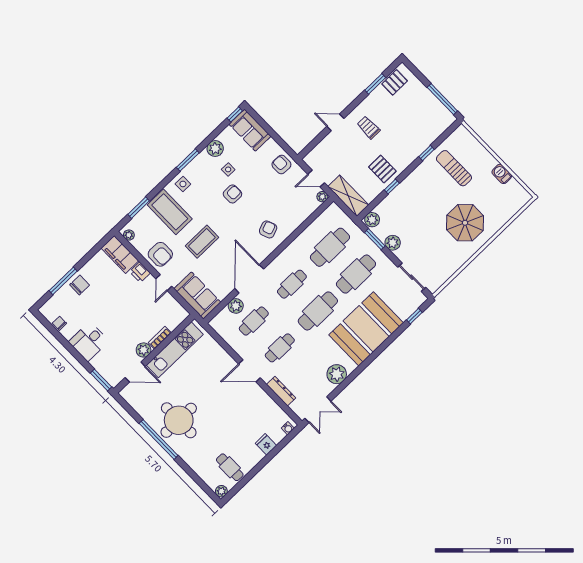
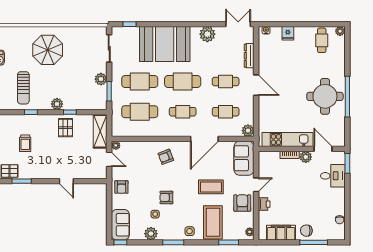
trolley: (369, 127) -> (25, 143), moved
plant: (372, 220) -> (57, 104), moved
filing cabinet: (120, 254) -> (281, 233), moved, turned -90
plant: (236, 306) -> (248, 131), moved
desk: (89, 342) -> (333, 176), moved

